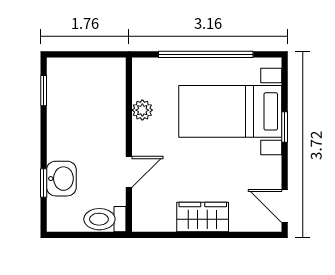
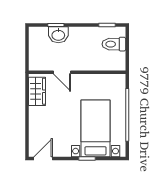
plant: (142, 110) -> (96, 80), removed
wardrobe: (203, 217) -> (37, 91), moved
toilet: (105, 219) -> (114, 44), moved, turned -90

